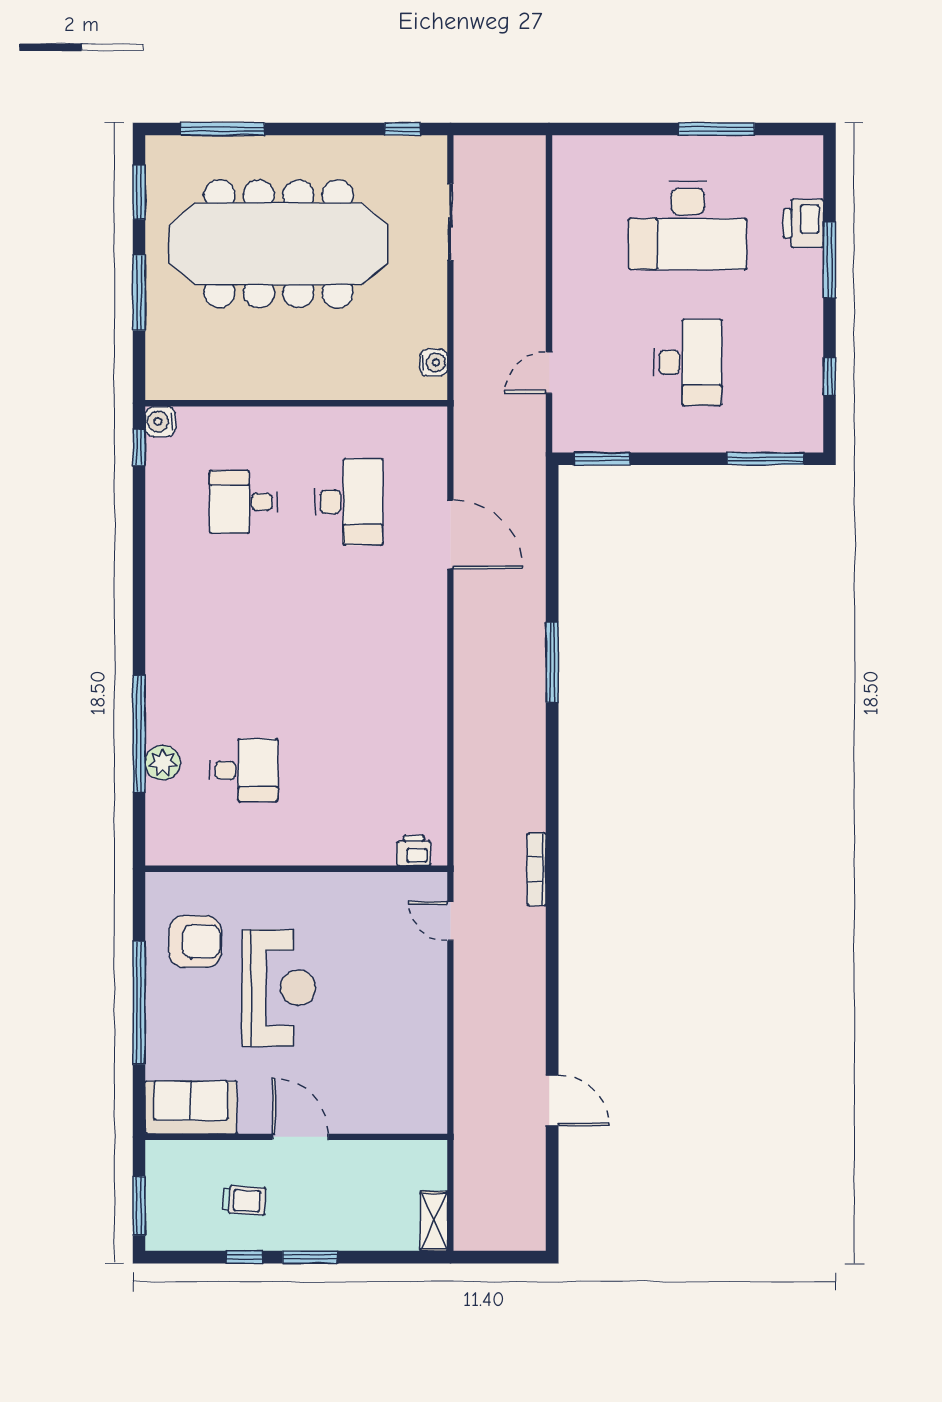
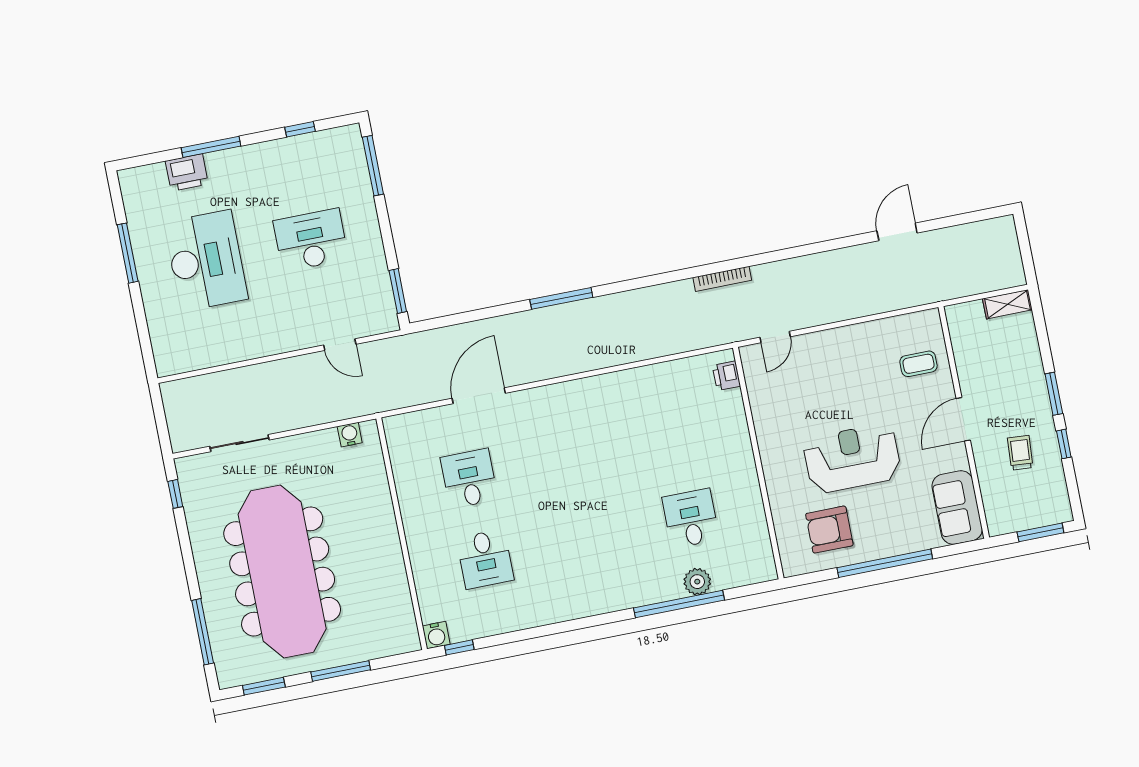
desk: (349, 502) -> (469, 478), width x0.73
armchair: (195, 941) -> (829, 530), turned -90
coffee table: (381, 1095) -> (918, 364), added

